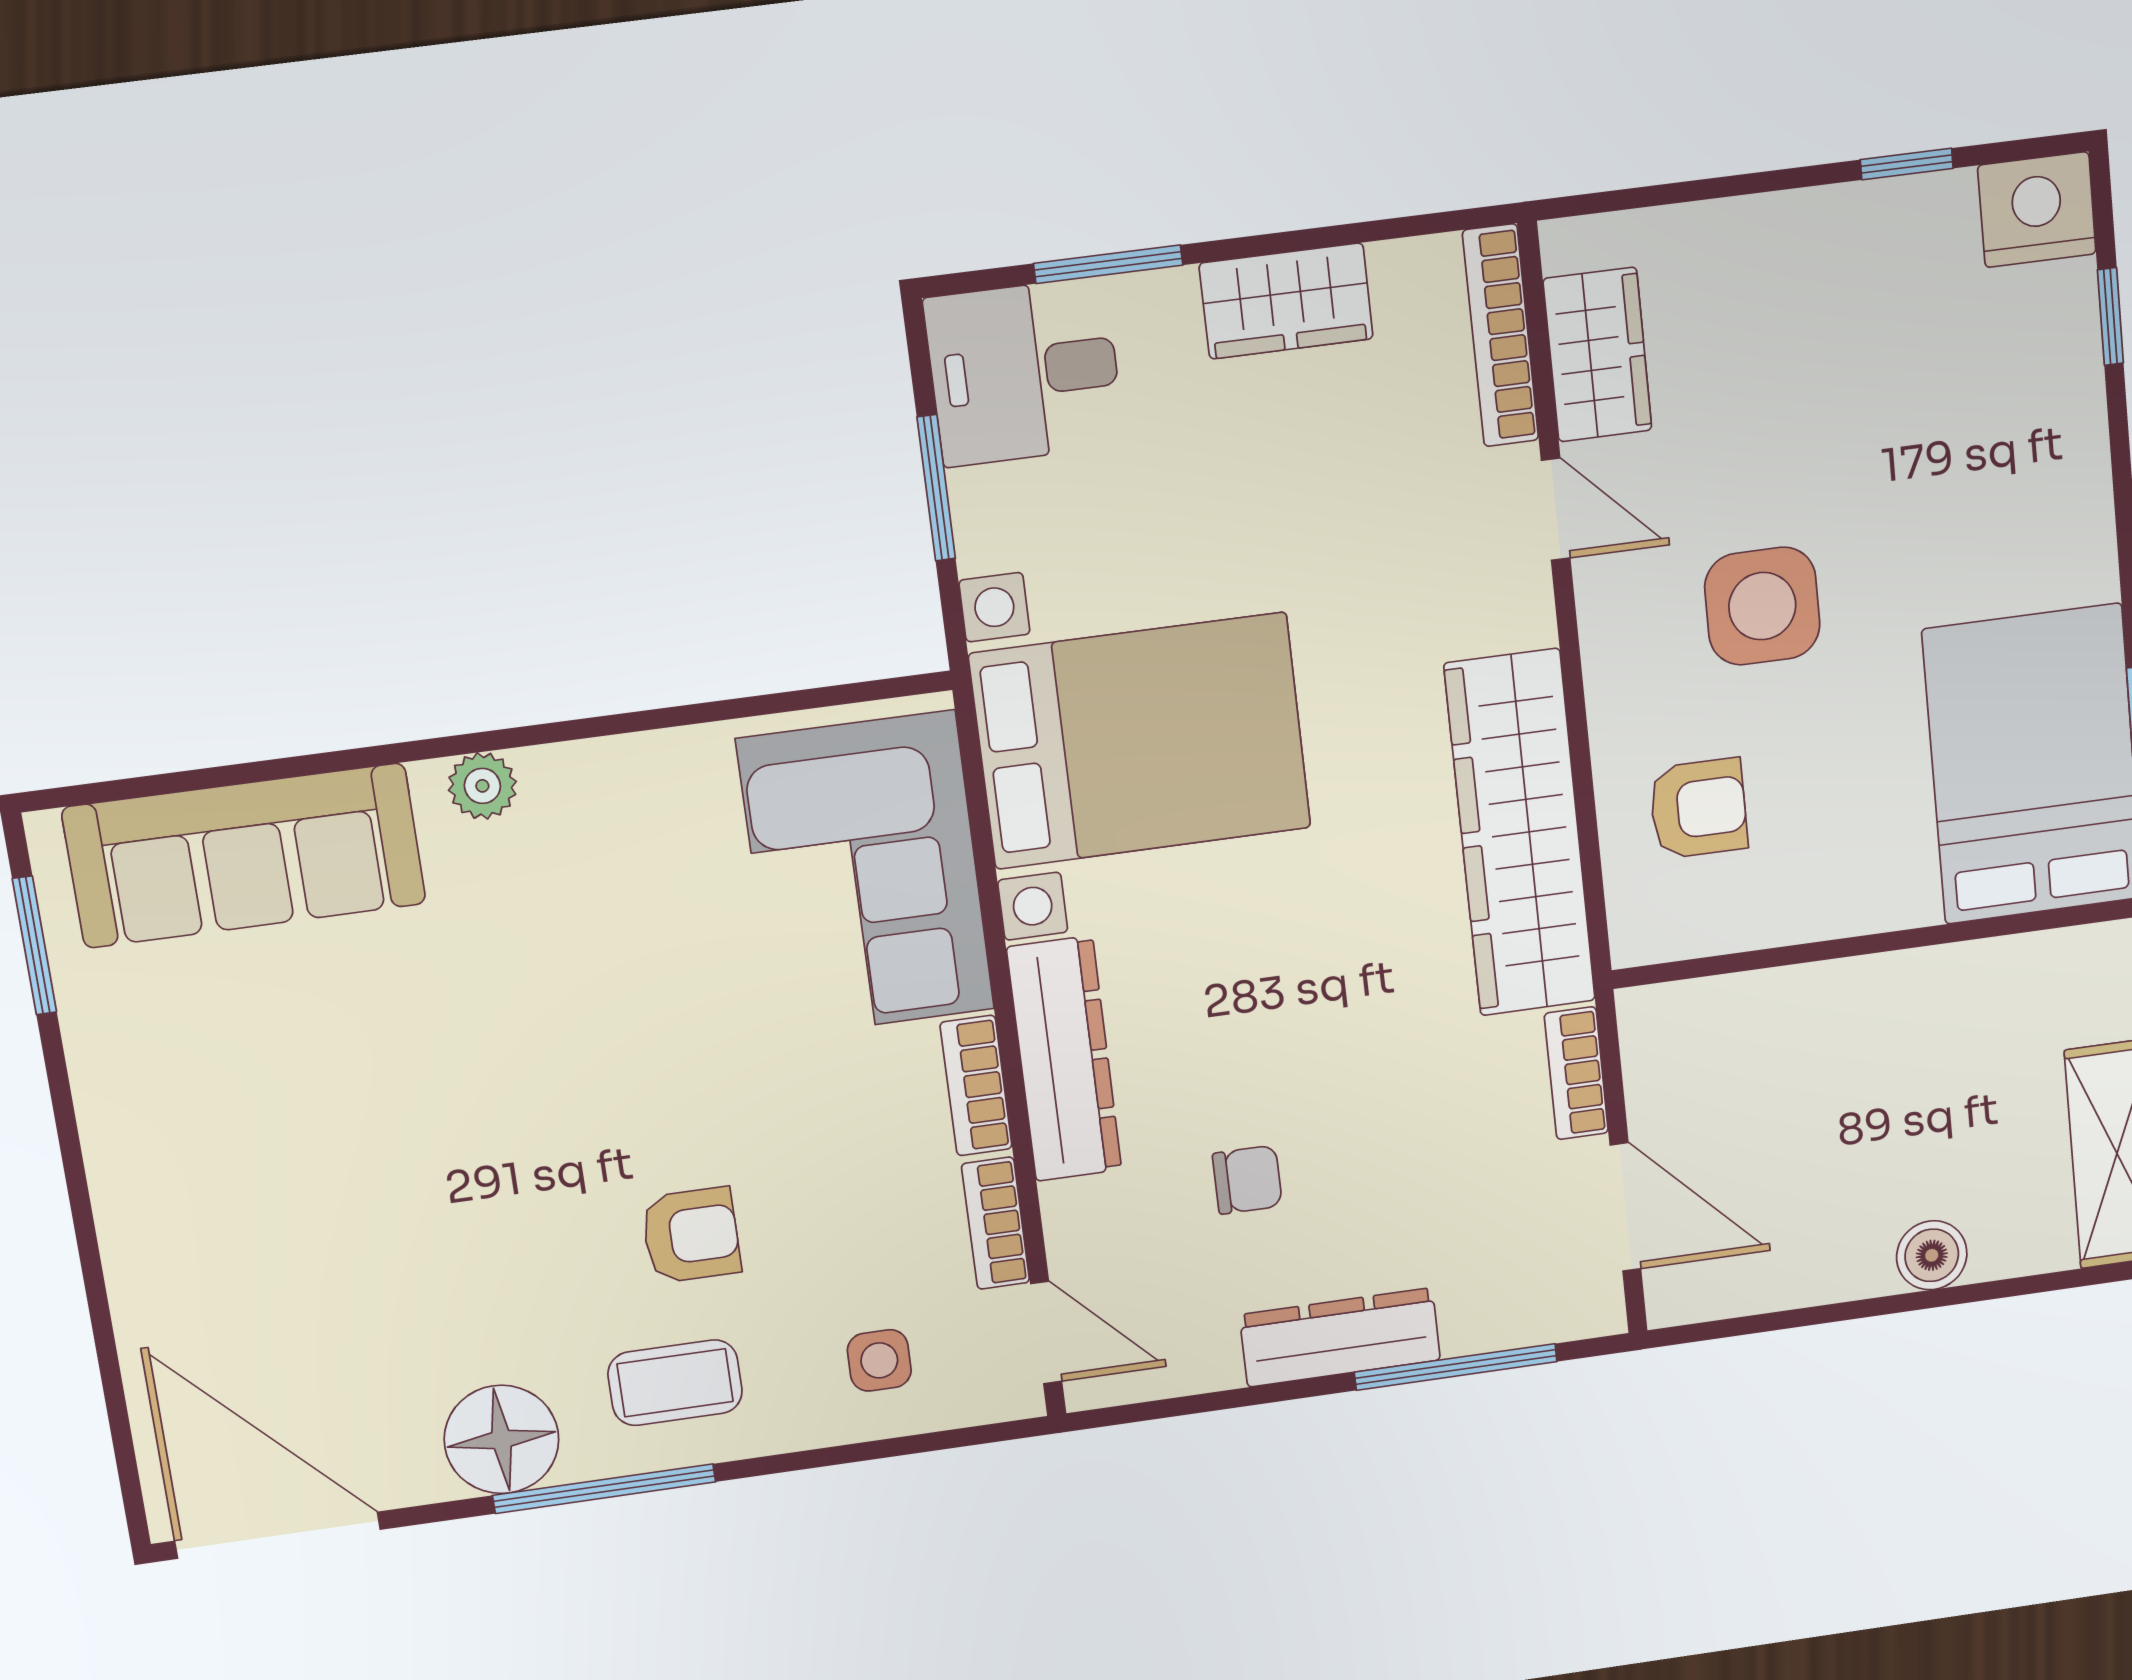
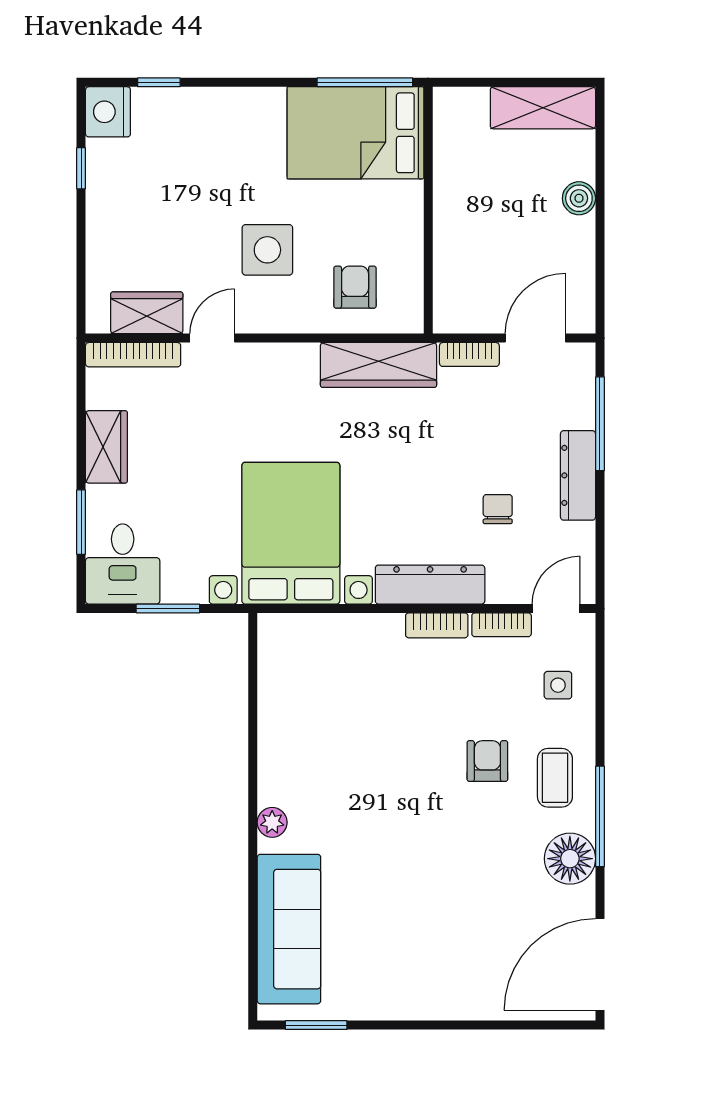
wardrobe: (1520, 833) -> (378, 365), width x0.71, depth x0.85
corner sofa: (866, 875) -> (334, 662), removed

